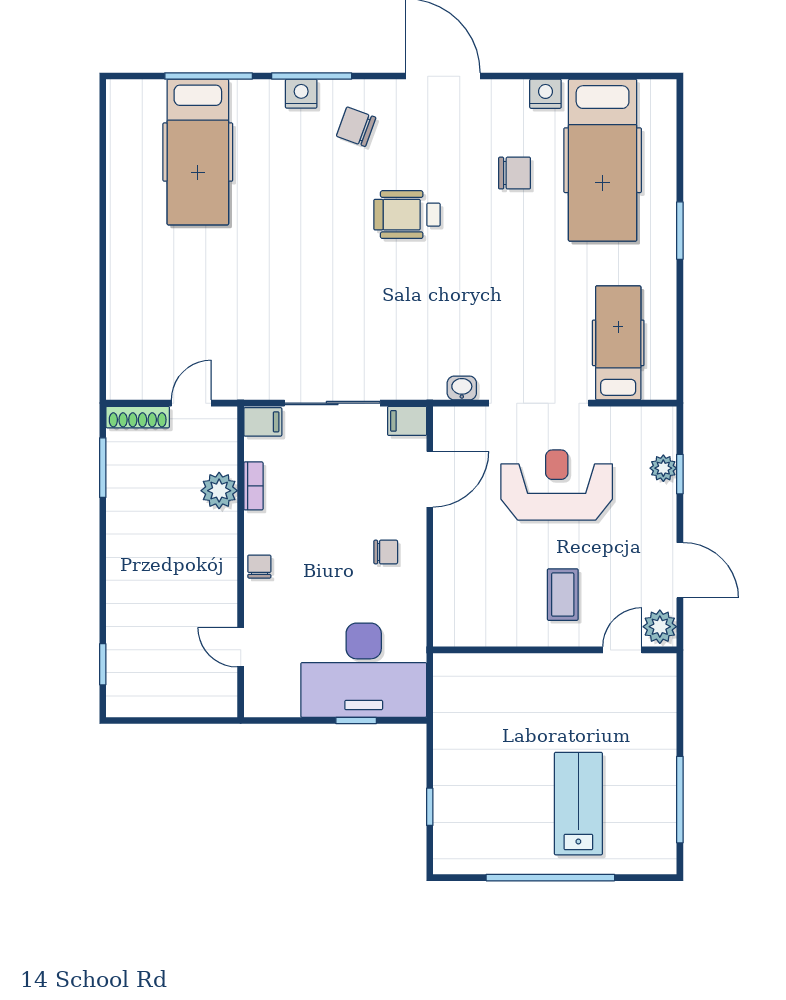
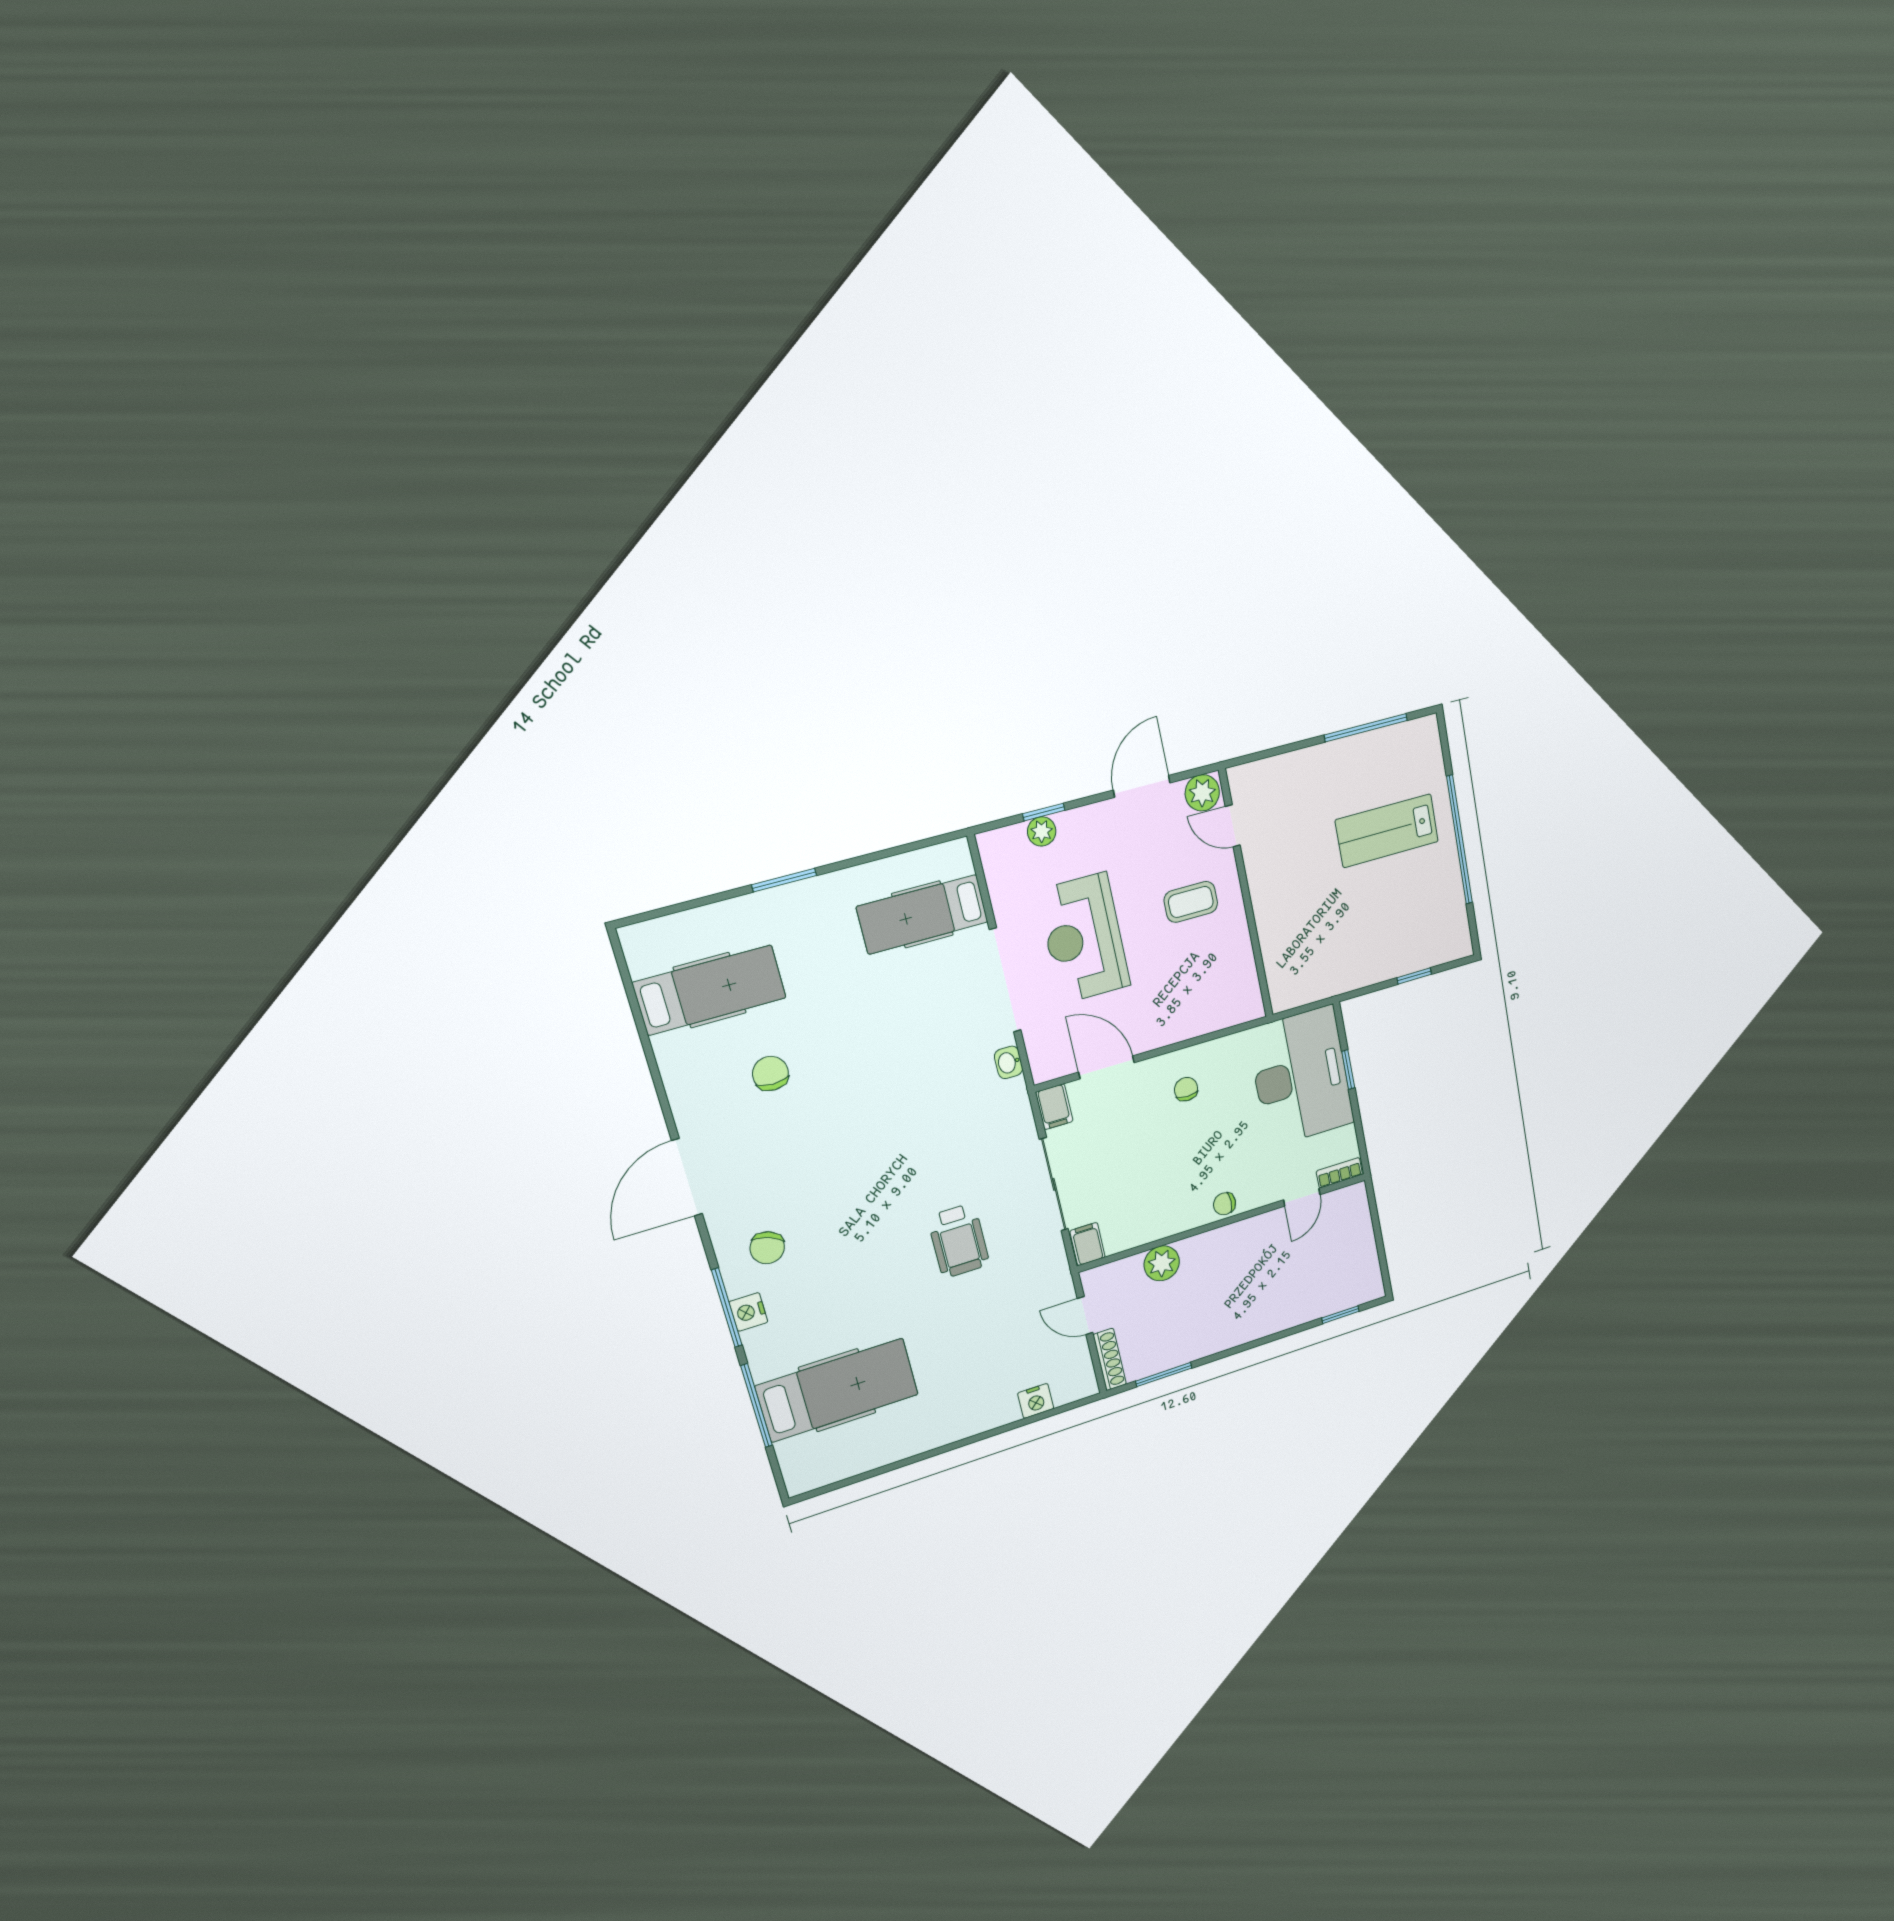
nightstand: (545, 94) -> (1036, 1401), moved, turned -90
hospital bed: (603, 160) -> (710, 990), width x0.73, depth x0.78
wheelchair: (407, 215) -> (959, 1241), moved
bookcase: (253, 486) -> (1339, 1173), moved

